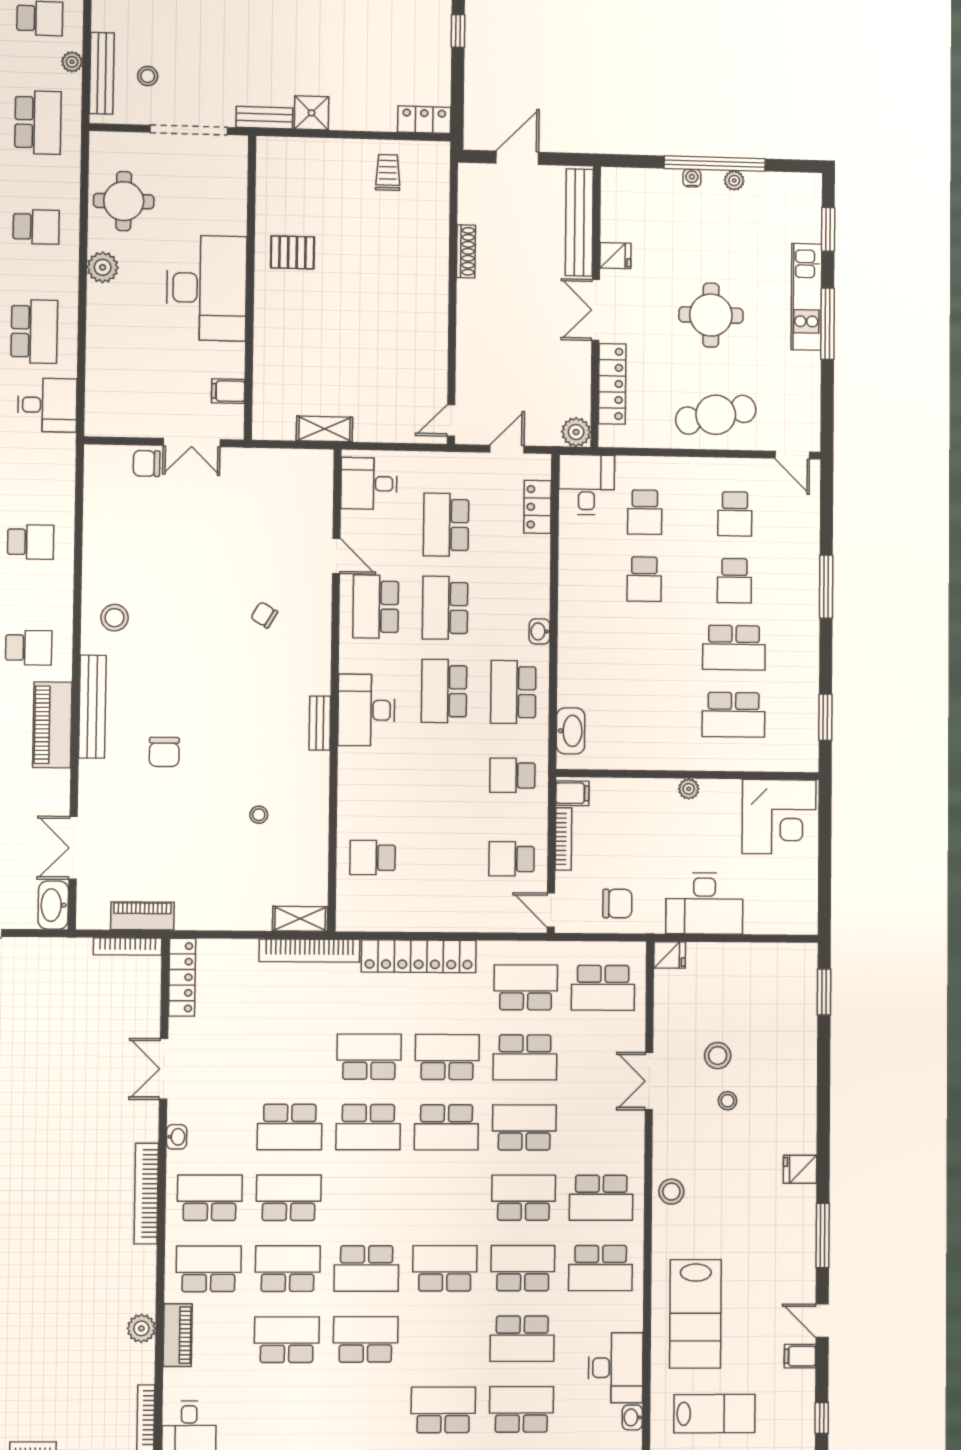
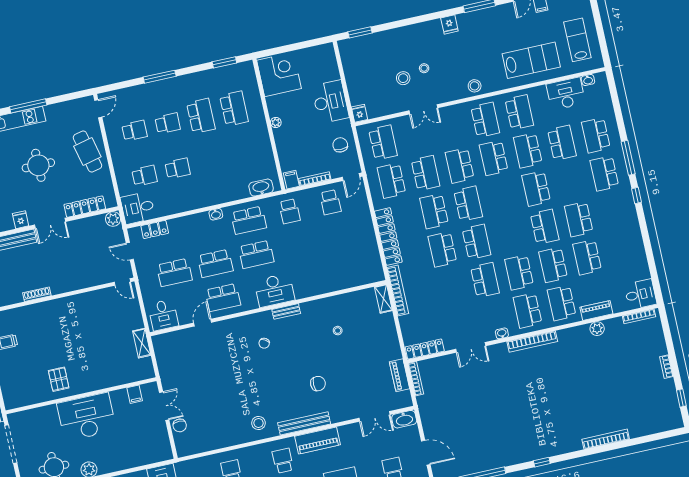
chair: (264, 615) -> (264, 343), moved
school desk: (373, 858) -> (346, 270), removed

